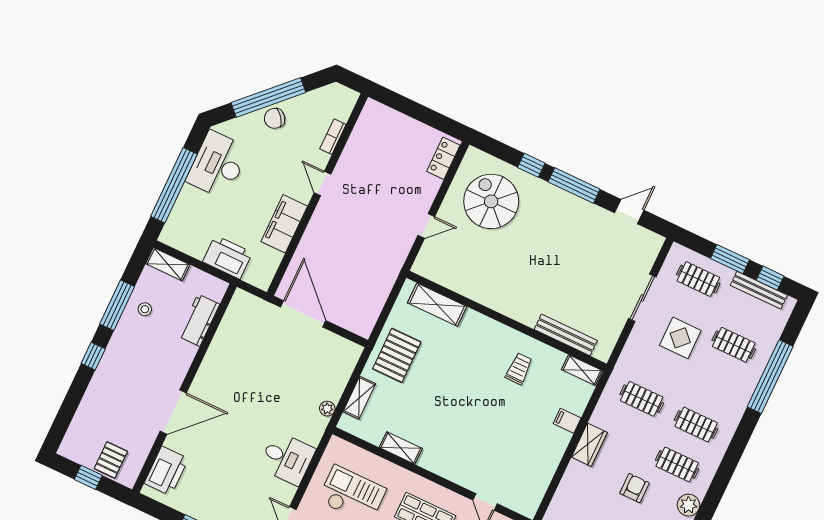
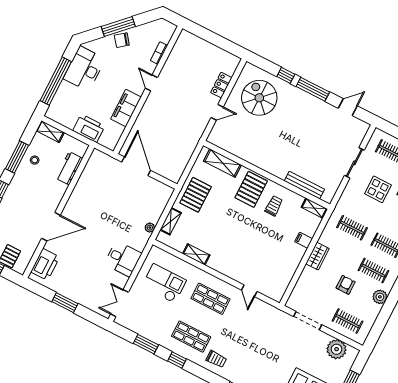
window: (268, 97) -> (118, 27), width x0.68
locker: (443, 158) -> (221, 85), moved
pallet: (483, 344) -> (251, 189), added

